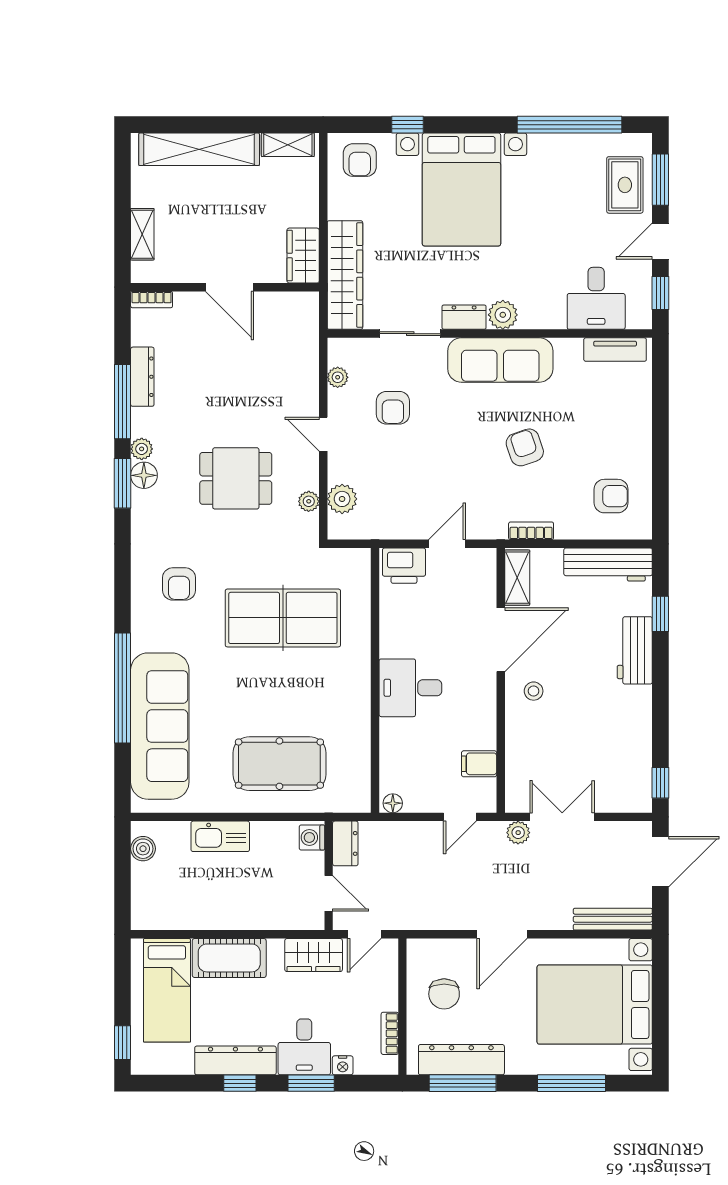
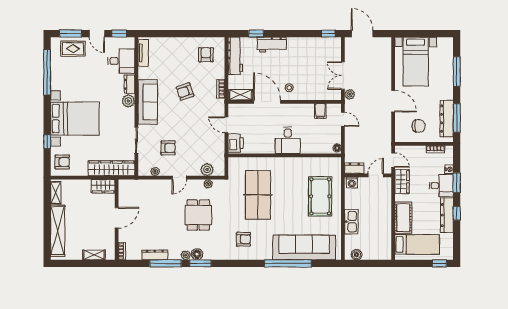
dresser: (464, 317) -> (129, 84), moved
bench: (613, 919) -> (387, 54), removed
bed with nightstands: (595, 1005) -> (416, 62), width x0.73

